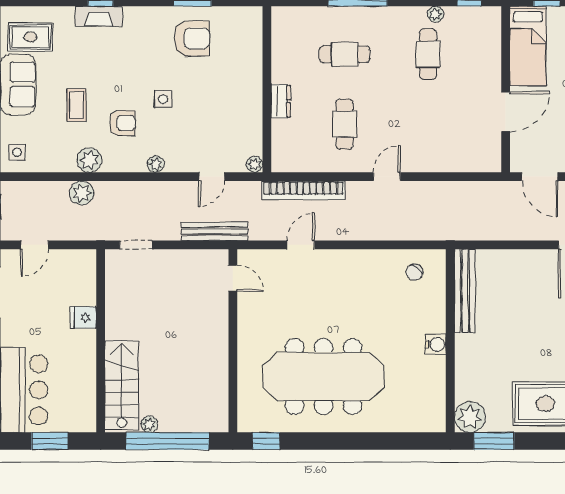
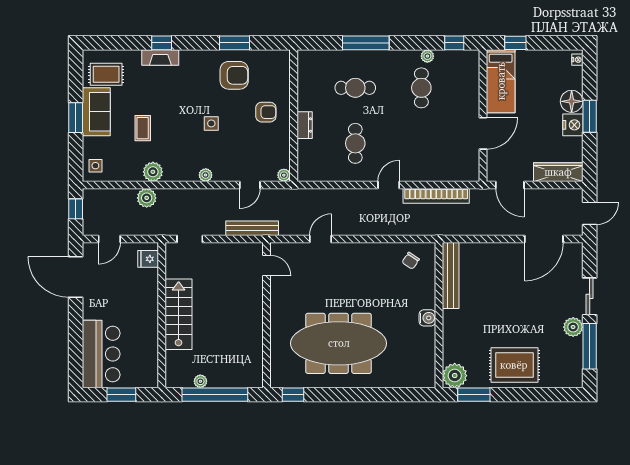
armchair: (122, 123) -> (266, 112), moved
bookcase: (303, 190) -> (436, 196), moved
fridge: (83, 318) -> (148, 259), moved
stairs: (122, 385) -> (179, 314), moved

